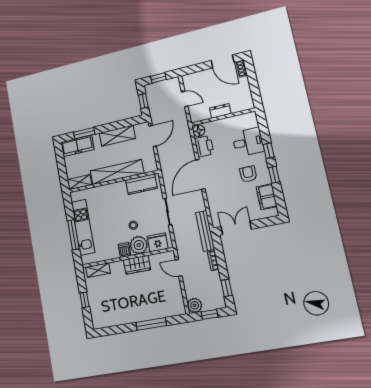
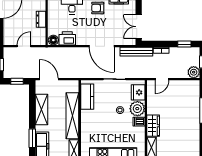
door: (200, 174) -> (102, 46), moved
wardrobe: (137, 265) -> (153, 126), moved

